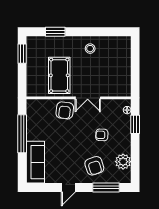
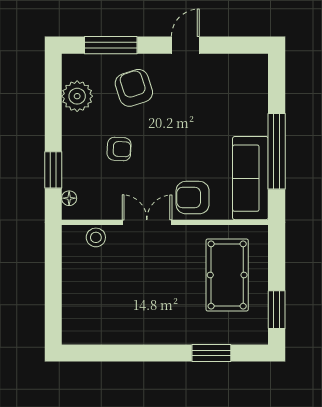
stool: (90, 49) -> (96, 237), moved
pool table: (59, 75) -> (227, 275), moved
armchair: (65, 110) -> (193, 198), turned -97
sofa: (35, 162) -> (250, 178), moved

